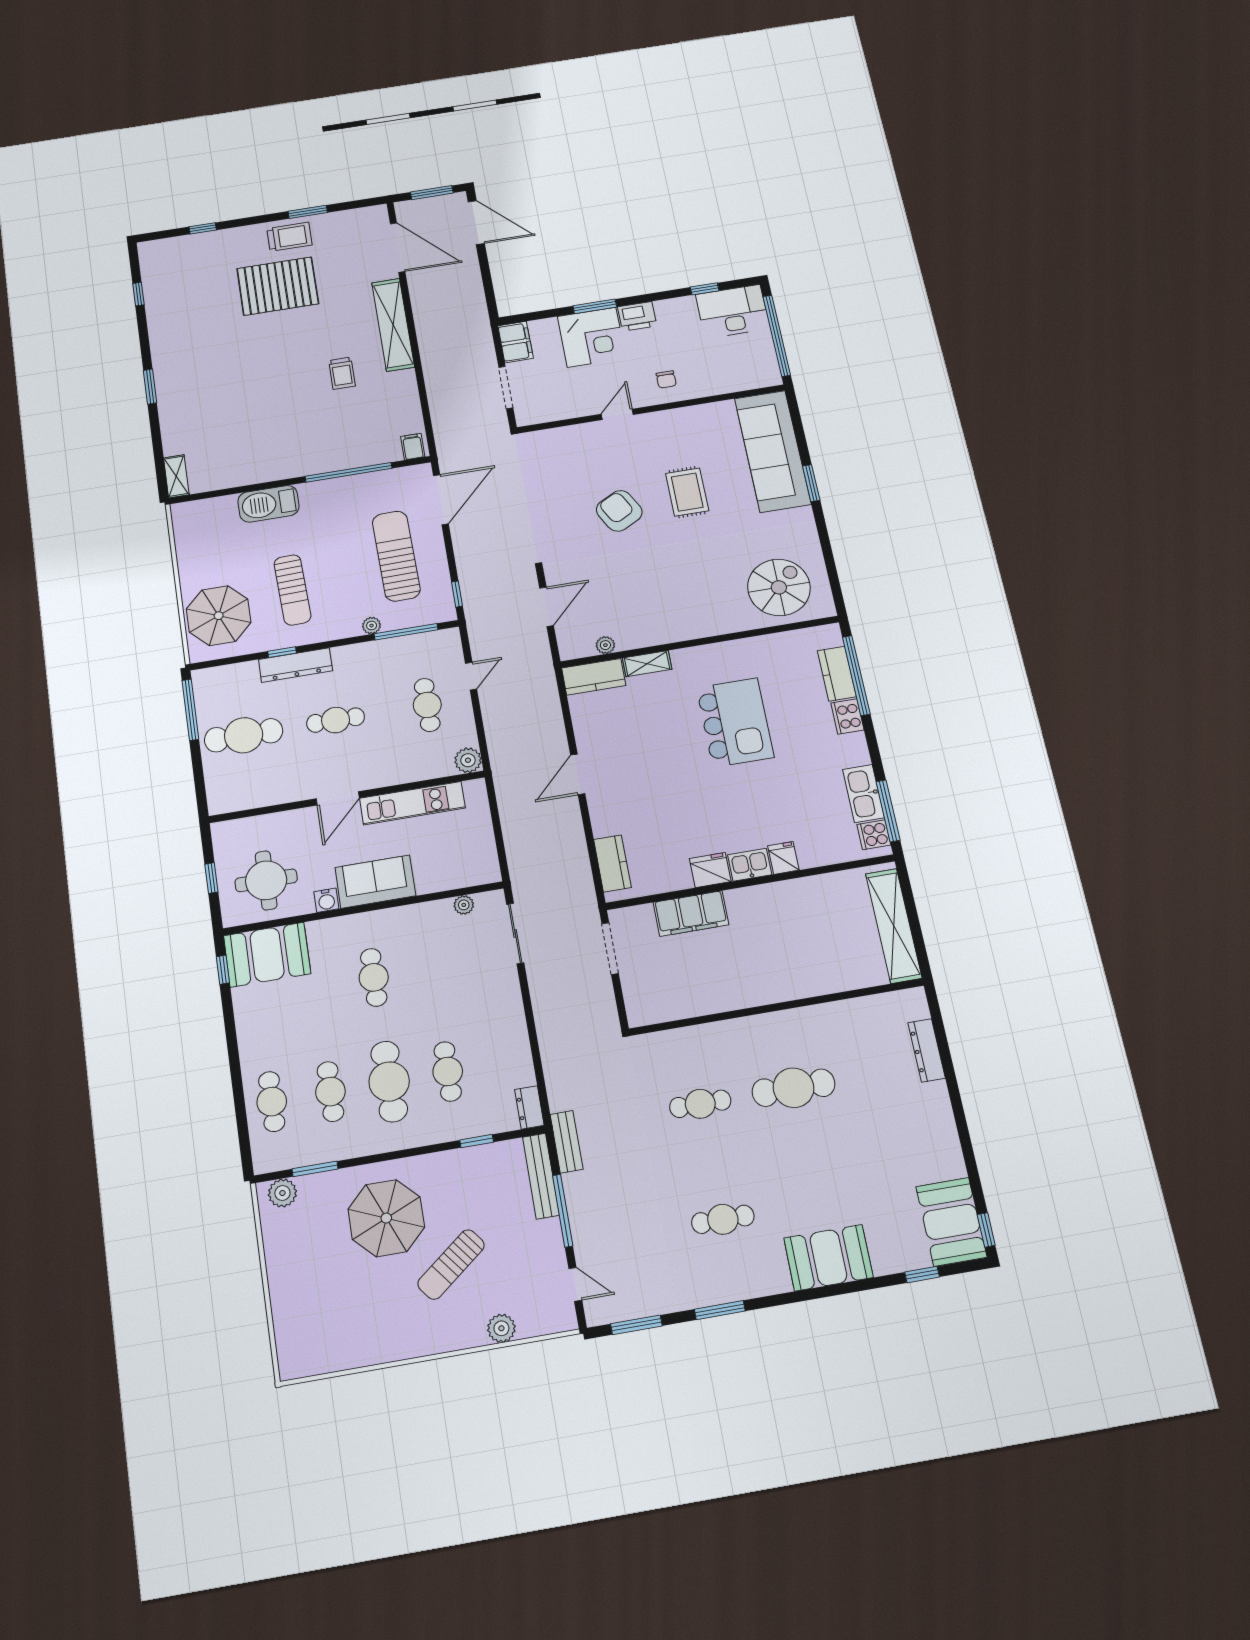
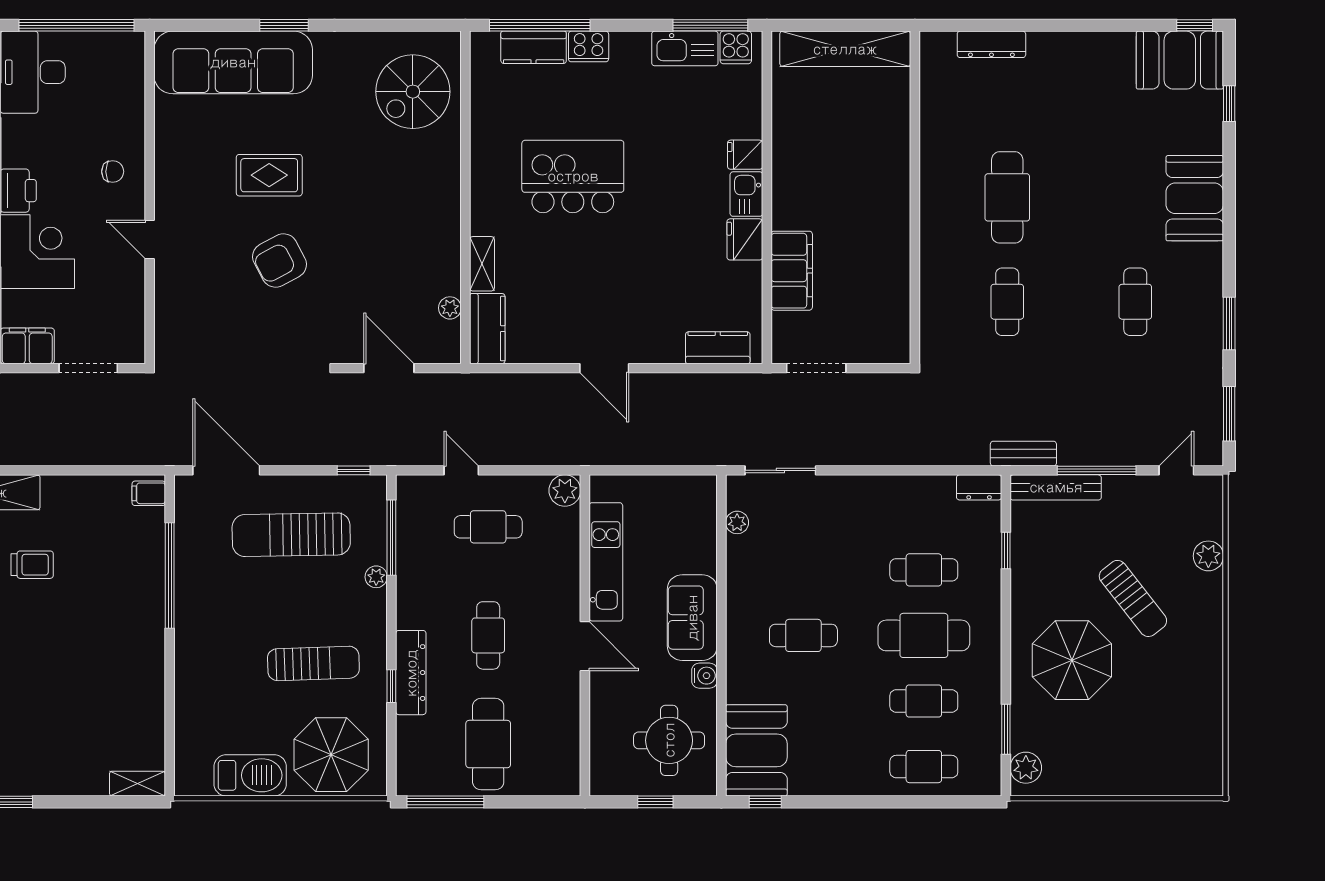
barbecue: (268, 504) -> (250, 775), moved, turned -90
spiral stairs: (779, 587) -> (413, 92), turned -90

